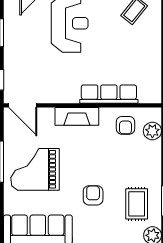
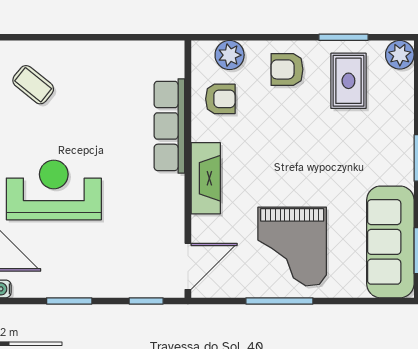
armchair: (93, 195) -> (287, 69), moved
rug: (137, 204) -> (348, 81), turned 90

